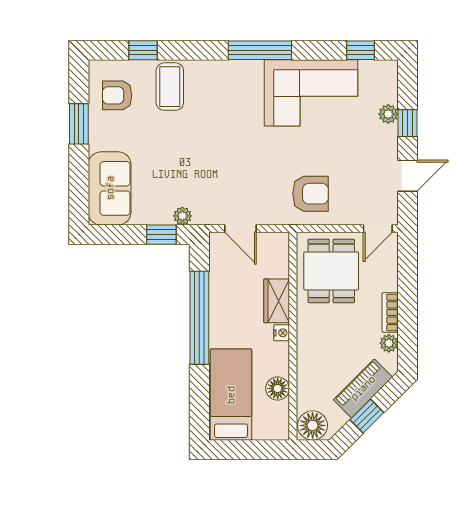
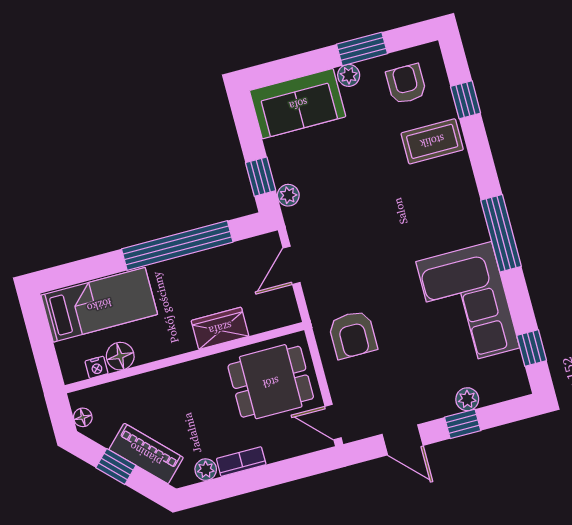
plant: (98, 140) -> (349, 75), added
nightstand: (282, 333) -> (97, 367), moved
floor lamp: (313, 425) -> (83, 417), width x0.53, depth x0.53

